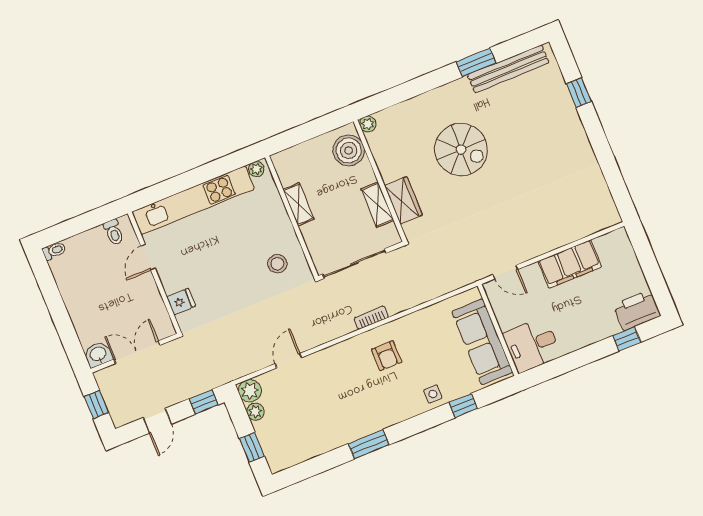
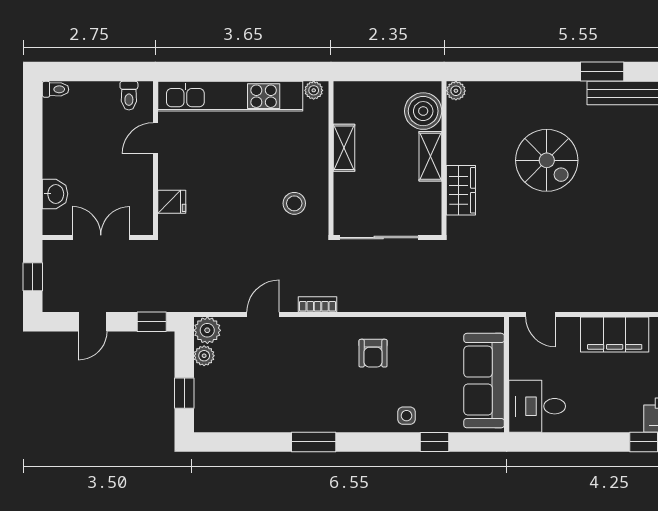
shelving: (377, 205) -> (430, 156), moved
bookcase: (371, 318) -> (318, 304), moved
washbasin: (98, 354) -> (55, 194), moved, turned 90

